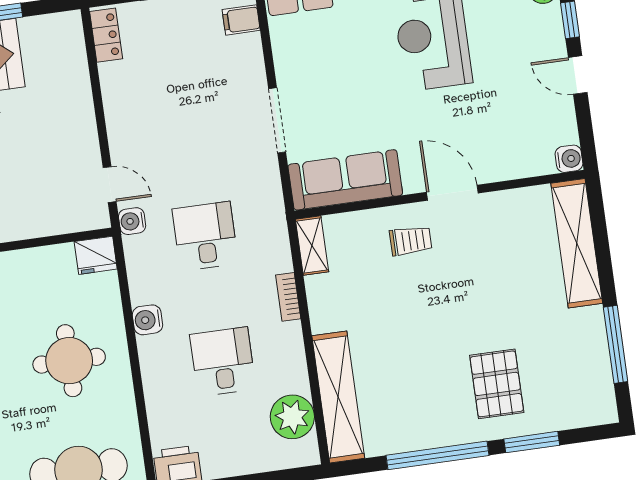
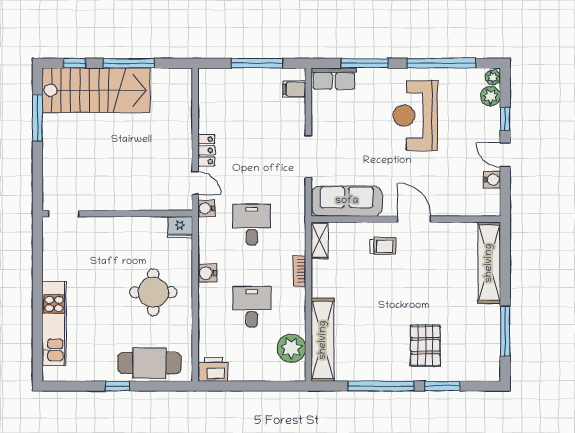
locker: (106, 35) -> (206, 150), moved
water cooler: (569, 159) -> (492, 180), moved

